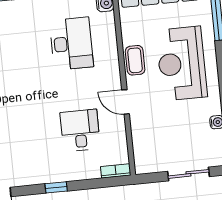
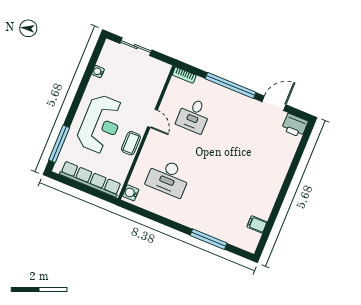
desk: (71, 44) -> (168, 178), turned -90
window: (56, 187) -> (231, 85), width x3.17

